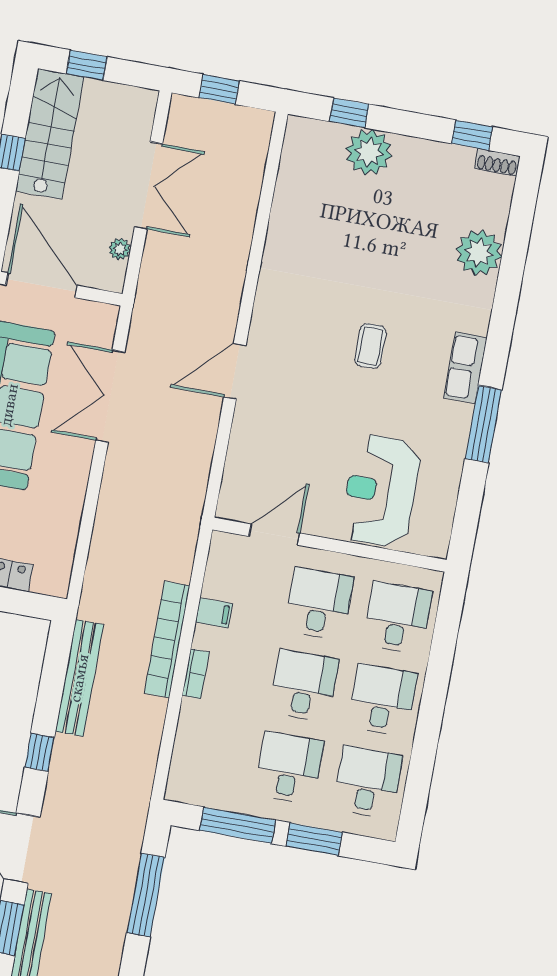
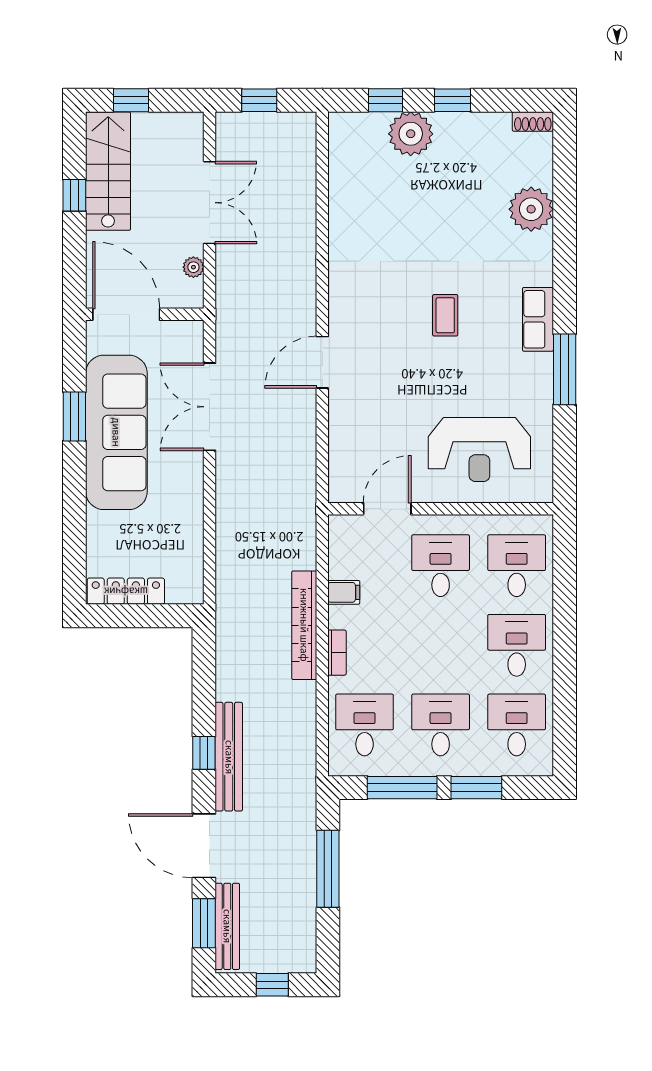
window: (472, 135) -> (452, 100), moved
reception desk: (381, 491) -> (479, 450), turned -90
bench: (79, 678) -> (229, 757), moved
desk: (304, 686) -> (365, 725), moved

